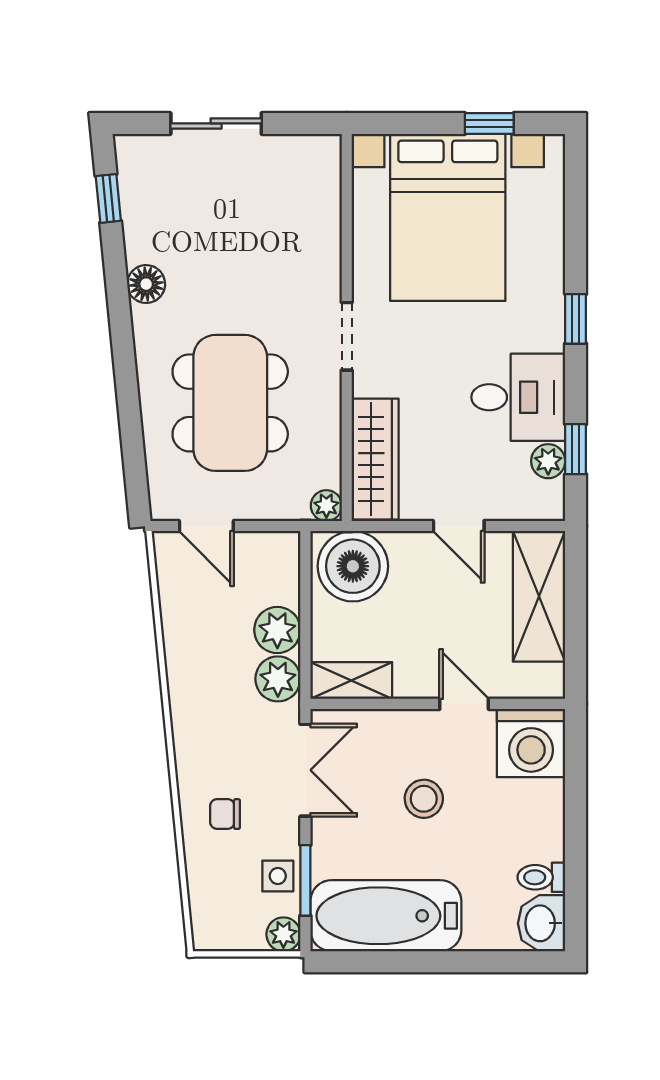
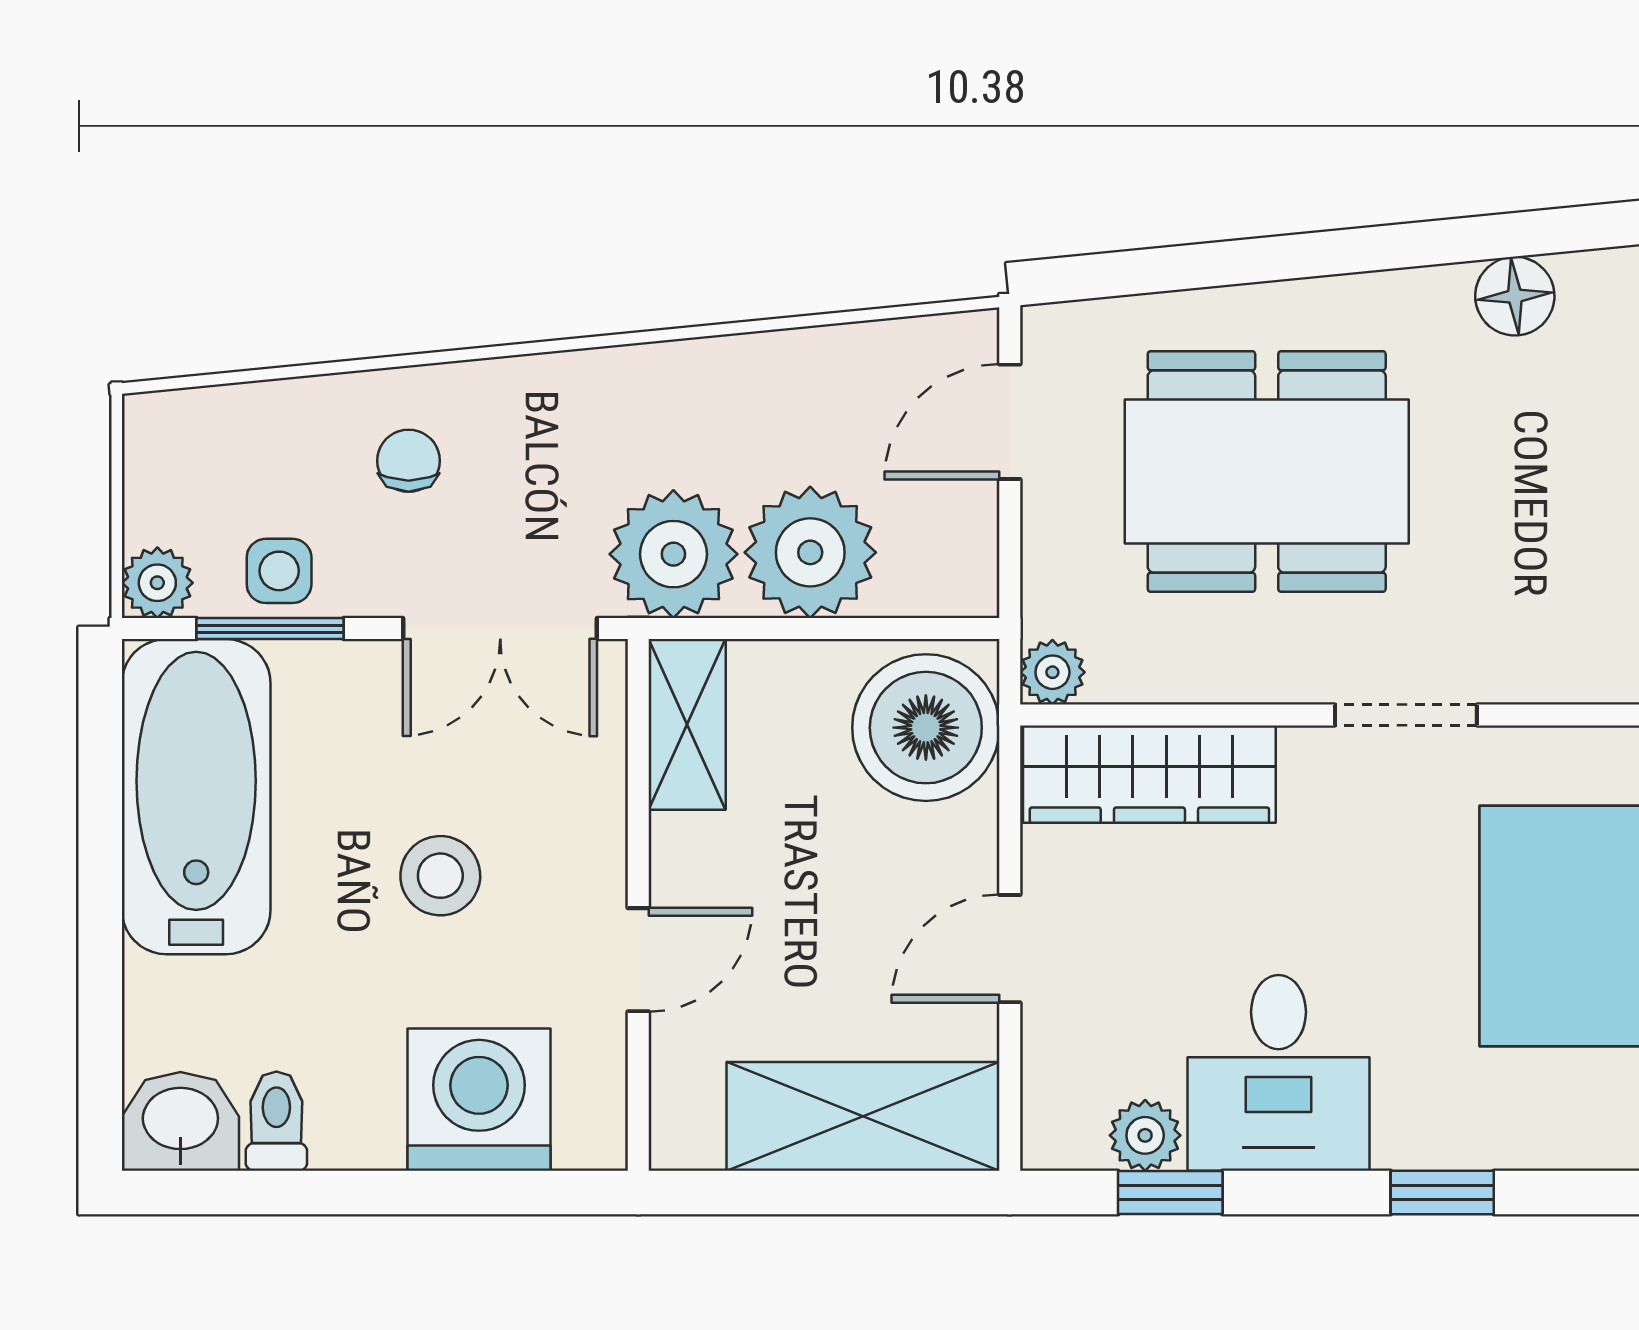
plant: (277, 630) -> (810, 552), width x1.36, depth x1.36
plant: (278, 679) -> (673, 554), width x1.36, depth x1.36
washing machine: (531, 743) -> (479, 1100), moved, turned 90

